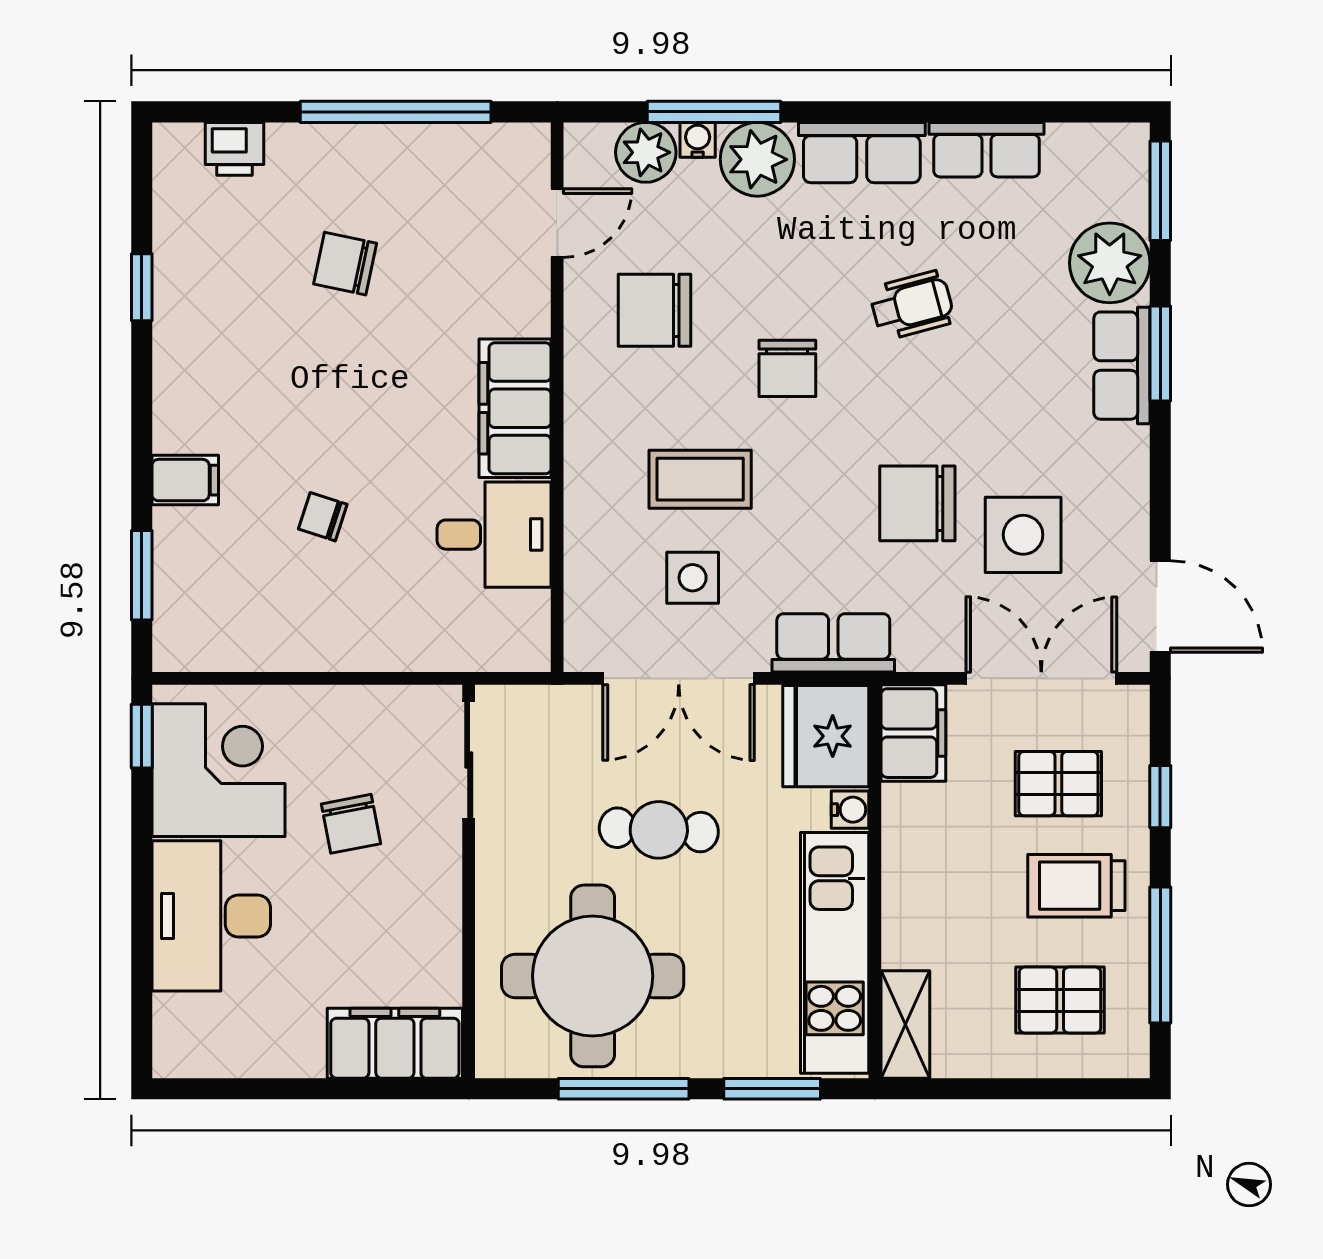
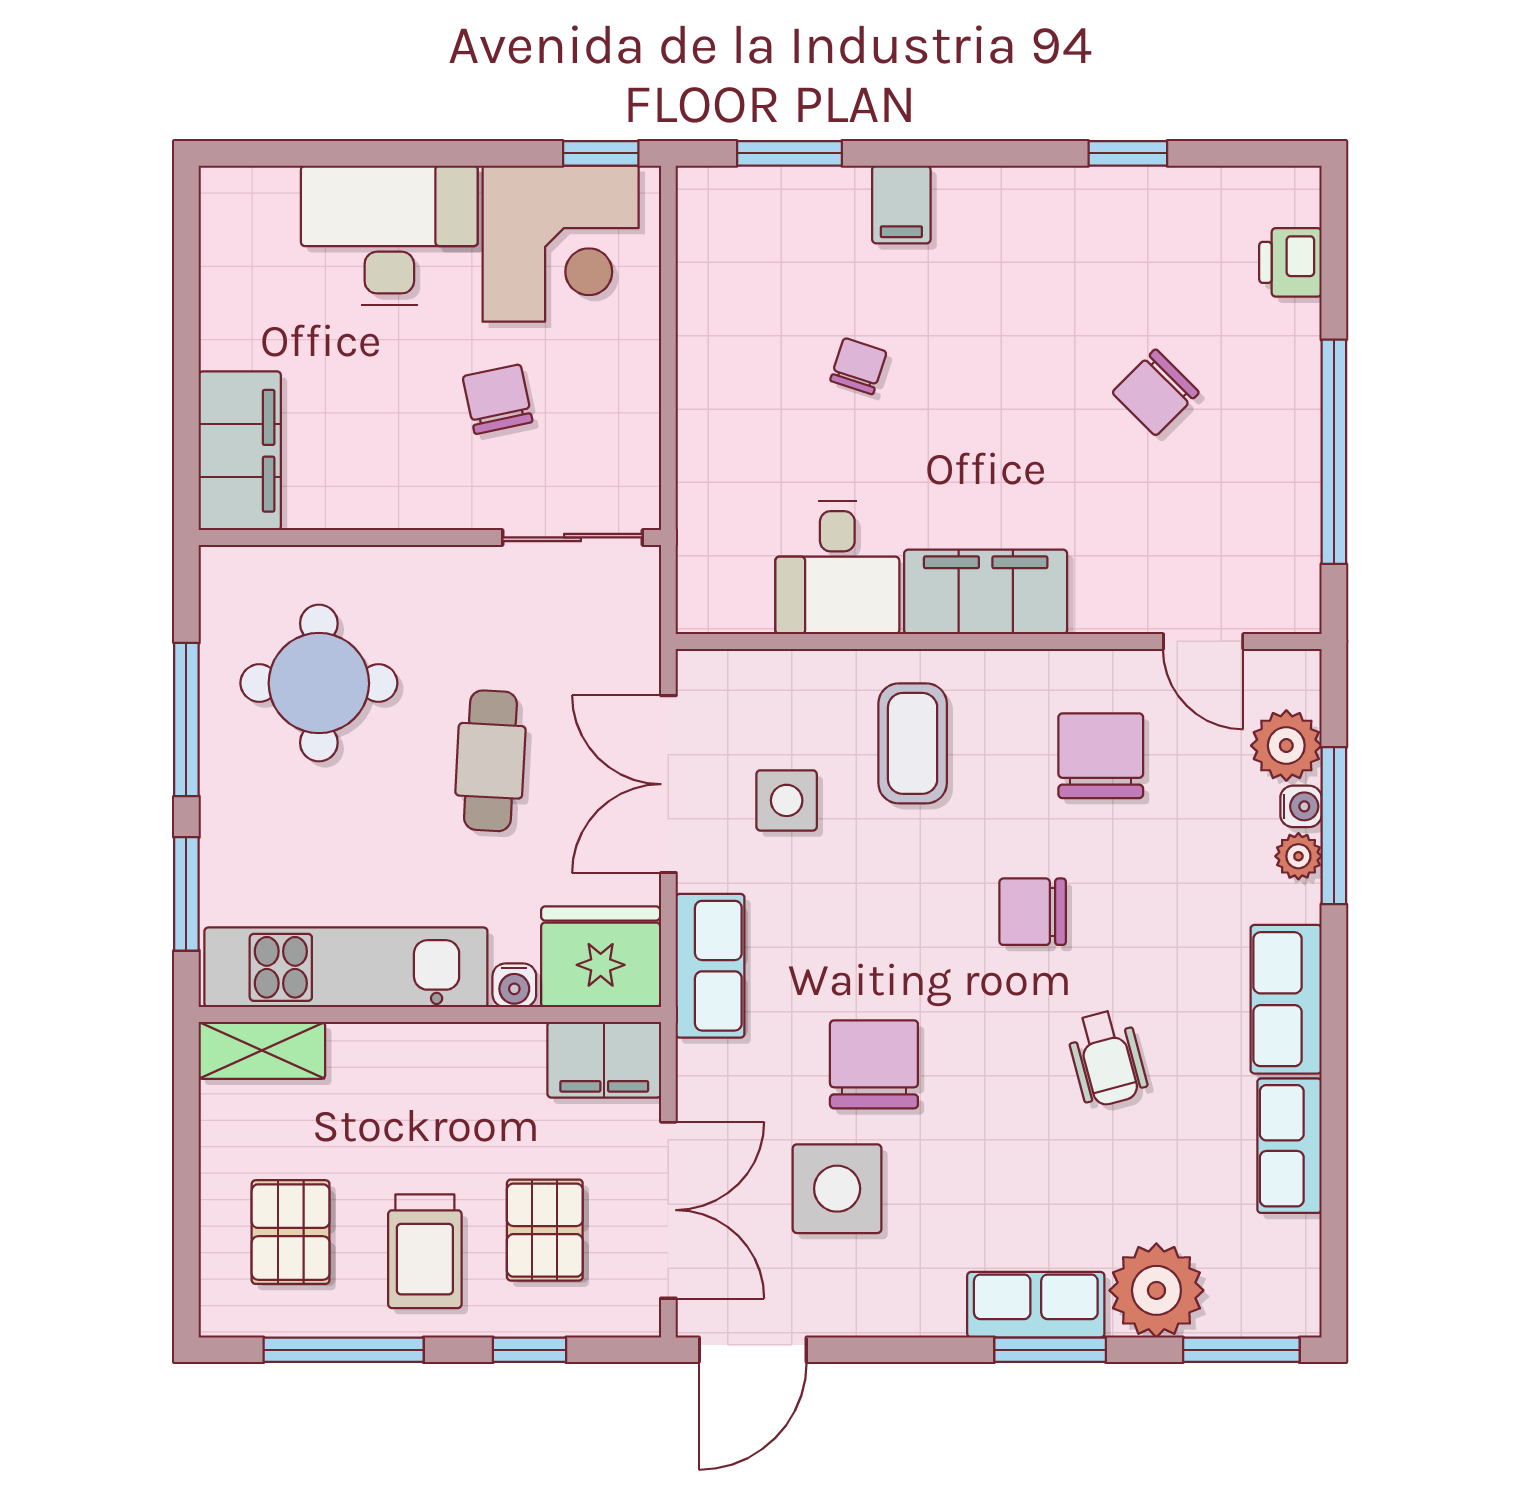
plant: (757, 159) -> (1298, 856), width x0.53, depth x0.53
chair: (345, 264) -> (1156, 392), turned -147
coffee table: (700, 479) -> (913, 743), moved
chair: (351, 824) -> (498, 399), turned 89
trolley: (1076, 886) -> (425, 1251), turned 180
round table: (593, 976) -> (319, 683), width x0.73, depth x0.73

